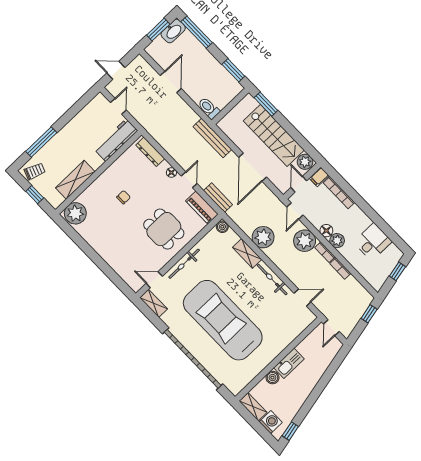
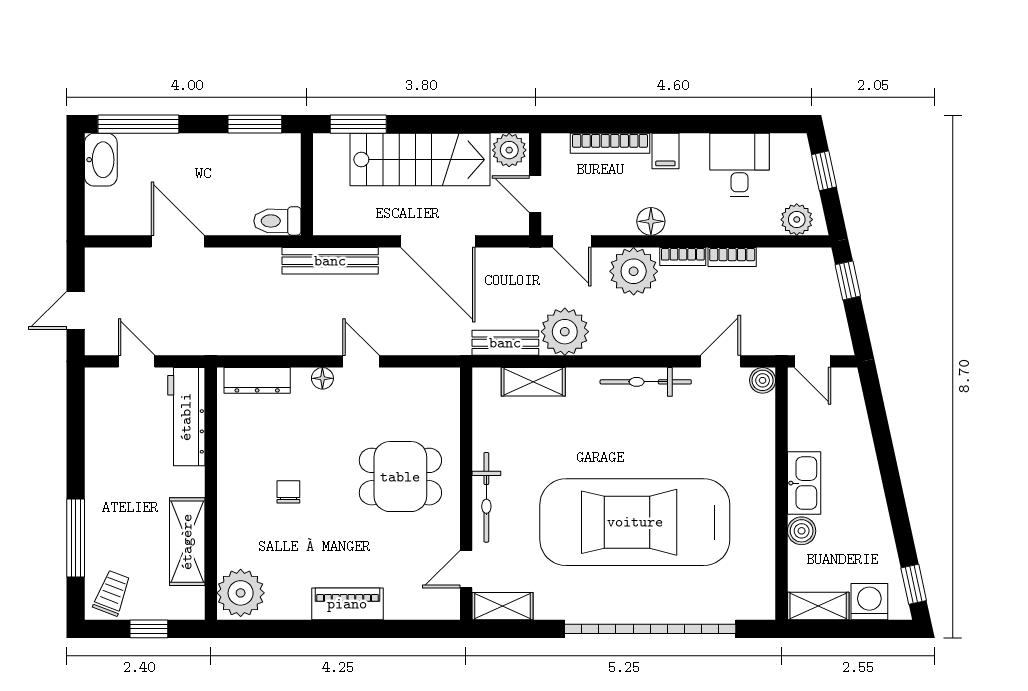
window: (158, 30) -> (76, 181), removed
filing cabinet: (319, 177) -> (665, 151), moved
bench: (218, 198) -> (505, 343), moved
piano: (202, 208) -> (347, 604), moved, turned 180
boiler: (222, 227) -> (763, 380), moved
plant: (337, 241) -> (797, 220), moved
shelving: (247, 253) -> (533, 382), moved

